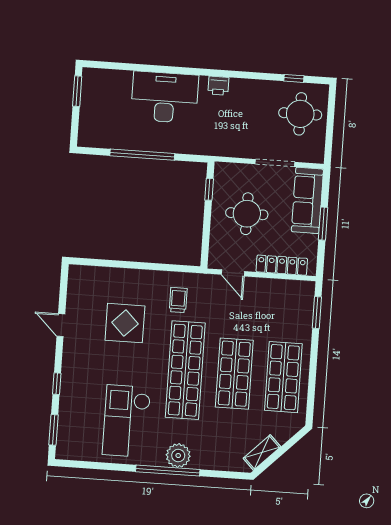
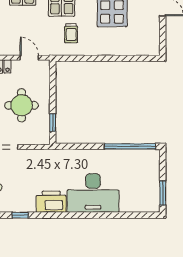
window: (258, 76) -> (20, 215), added
printer: (218, 86) -> (51, 202), width x1.87, depth x1.48
window: (142, 155) -> (130, 146), moved

